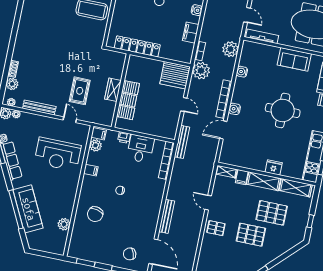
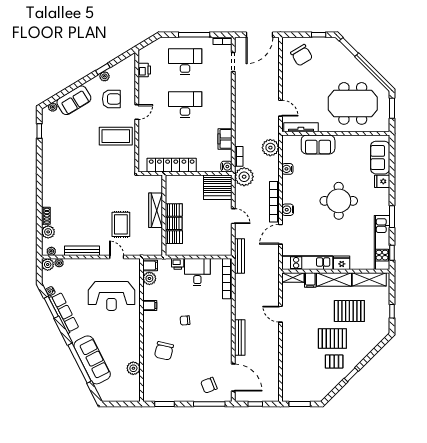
water cooler: (197, 10) -> (226, 167), moved
sofa: (294, 59) -> (318, 144), moved
wardrobe: (113, 90) -> (156, 210), width x1.50
kitchen unit: (243, 161) -> (308, 263), added
pallet: (216, 228) -> (334, 362), moved

